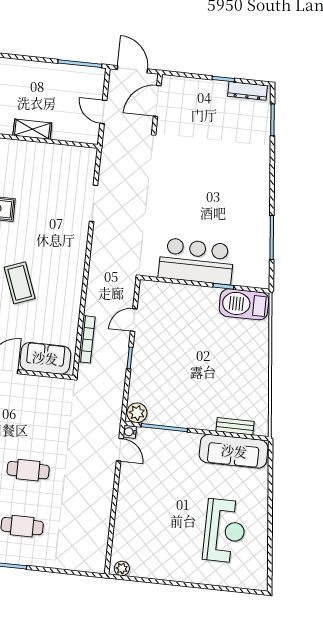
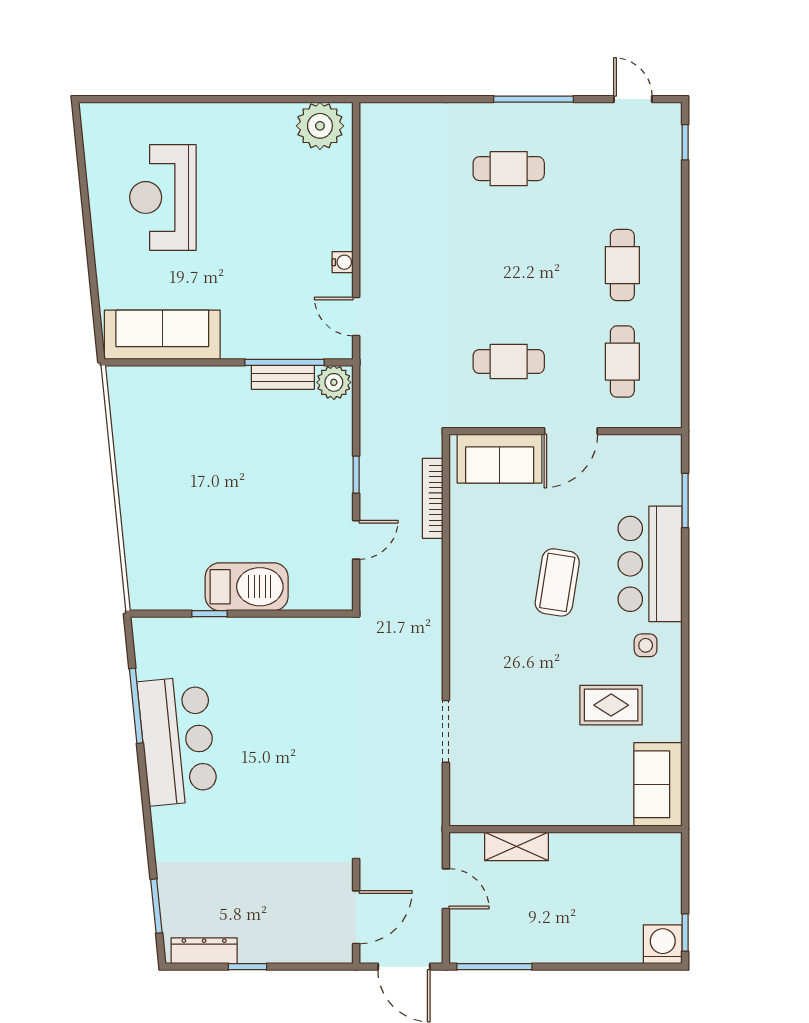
shelving: (32, 129) -> (517, 846), moved
bar counter: (196, 261) -> (178, 741), moved, turned -96
coffee table: (20, 283) -> (557, 582), turned 30
barbecue: (244, 304) -> (247, 587), moved
bench: (235, 426) -> (283, 377), moved
water cooler: (130, 432) -> (343, 262), moved
cafe table: (28, 470) -> (509, 362), moved
plant: (122, 568) -> (320, 126), width x1.87, depth x1.87

